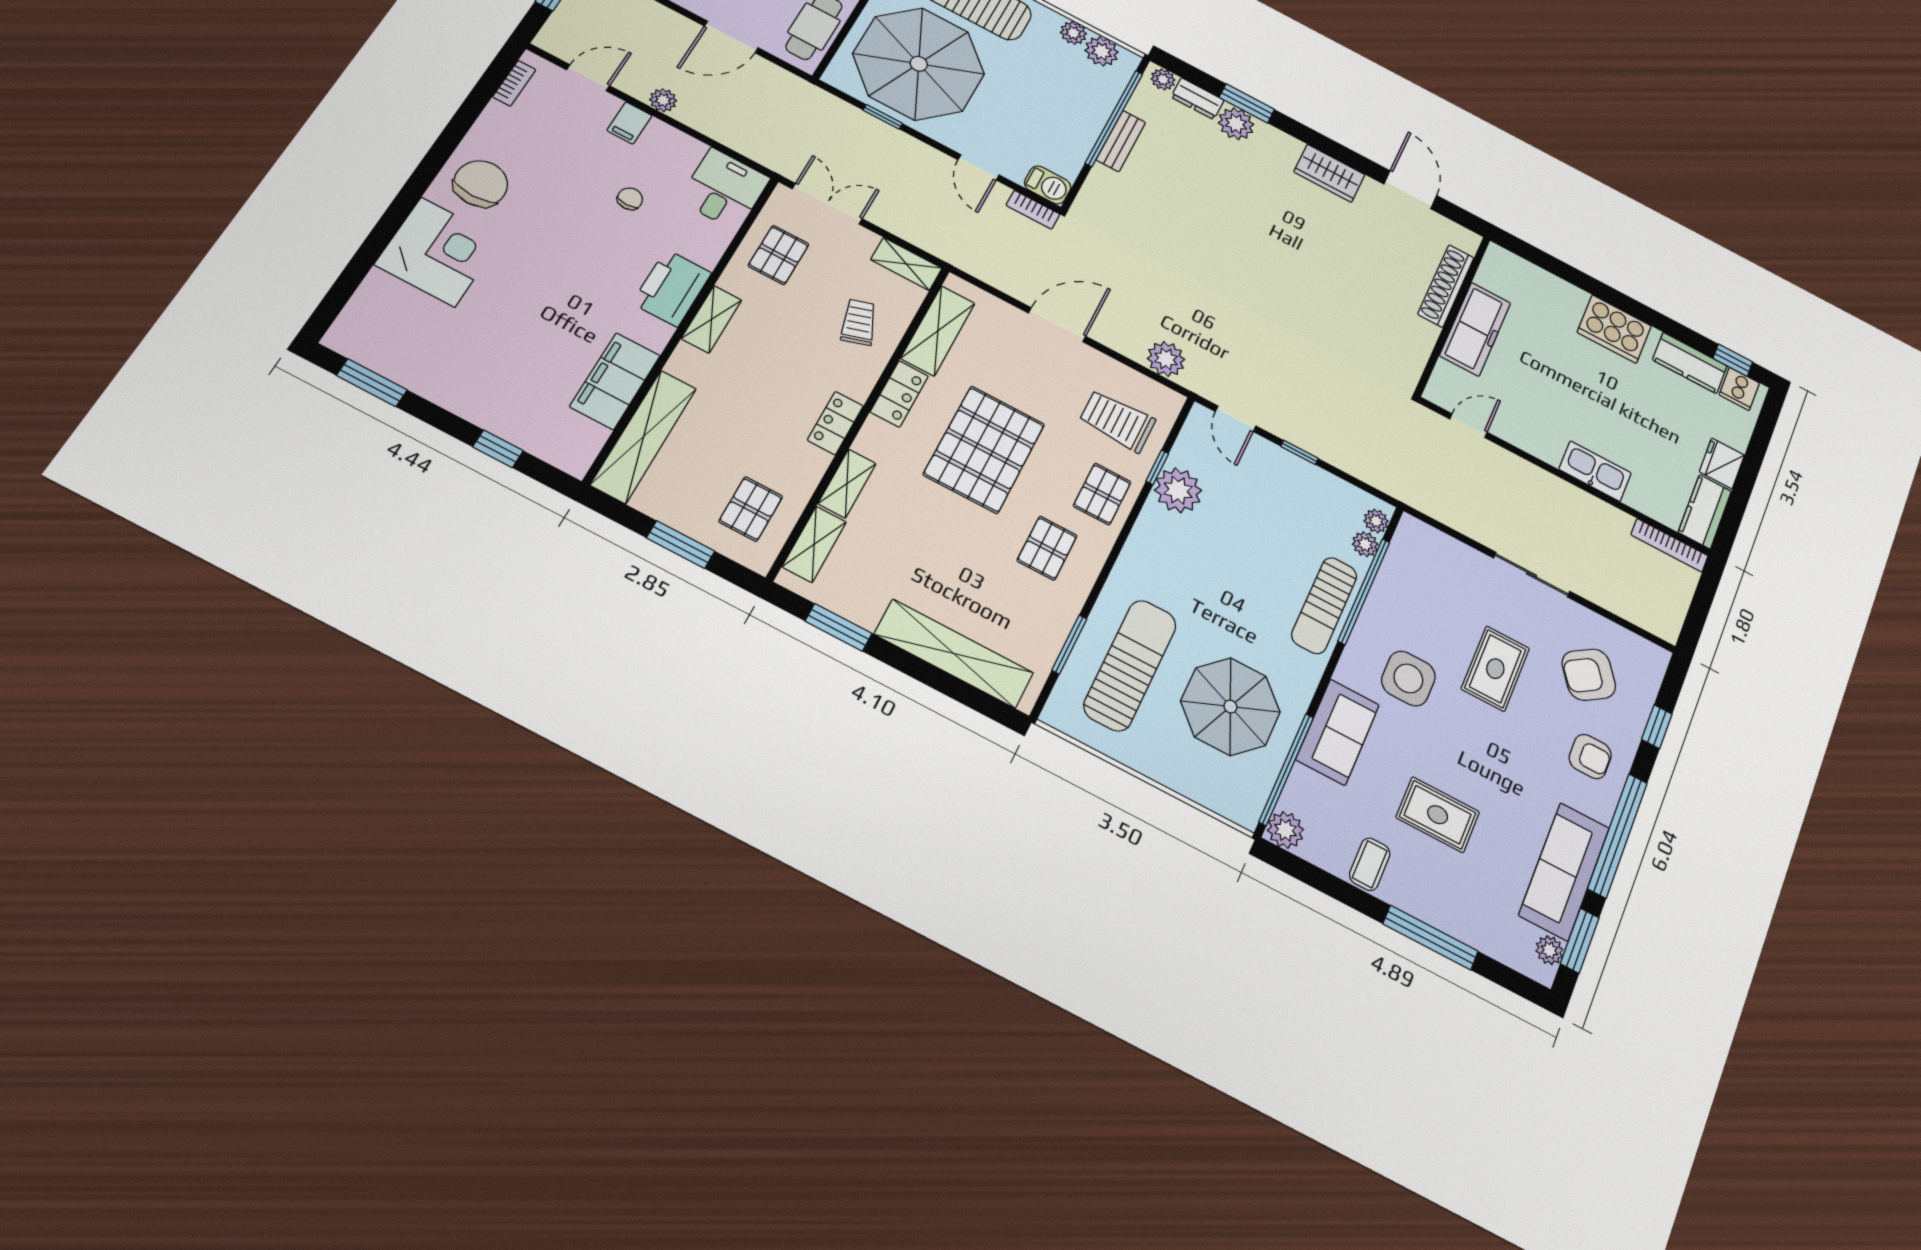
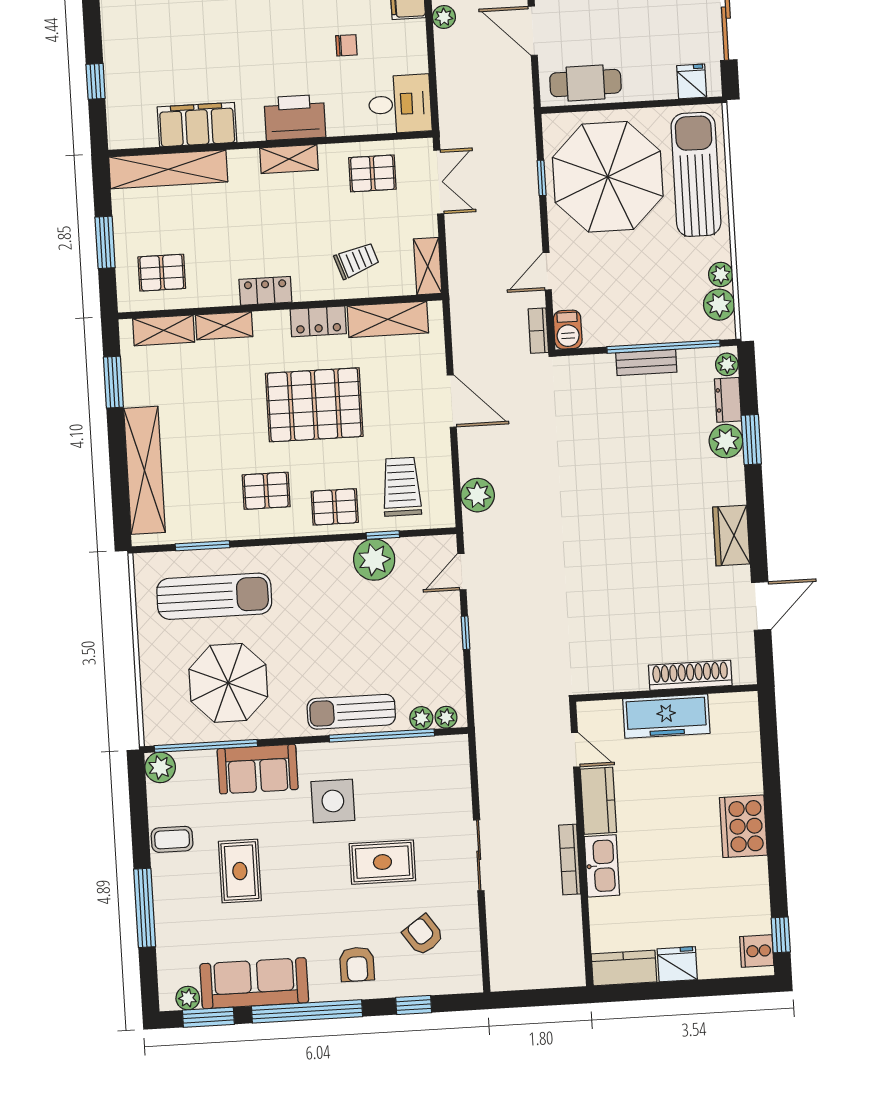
kitchen counter: (1690, 363) -> (598, 801), moved, turned 180
bookcase: (1669, 545) -> (570, 860), moved
armchair: (1589, 675) -> (423, 935), width x0.72, depth x0.72

